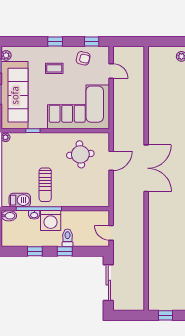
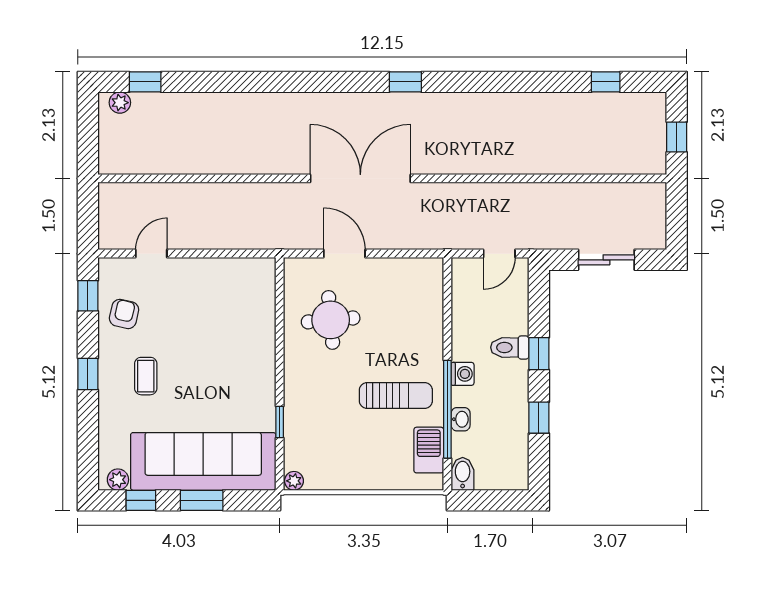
corner sofa: (79, 107) -> (228, 324), removed
washing machine: (51, 220) -> (463, 374), width x0.53, depth x0.53
sliding door: (108, 283) -> (606, 260), width x0.73

